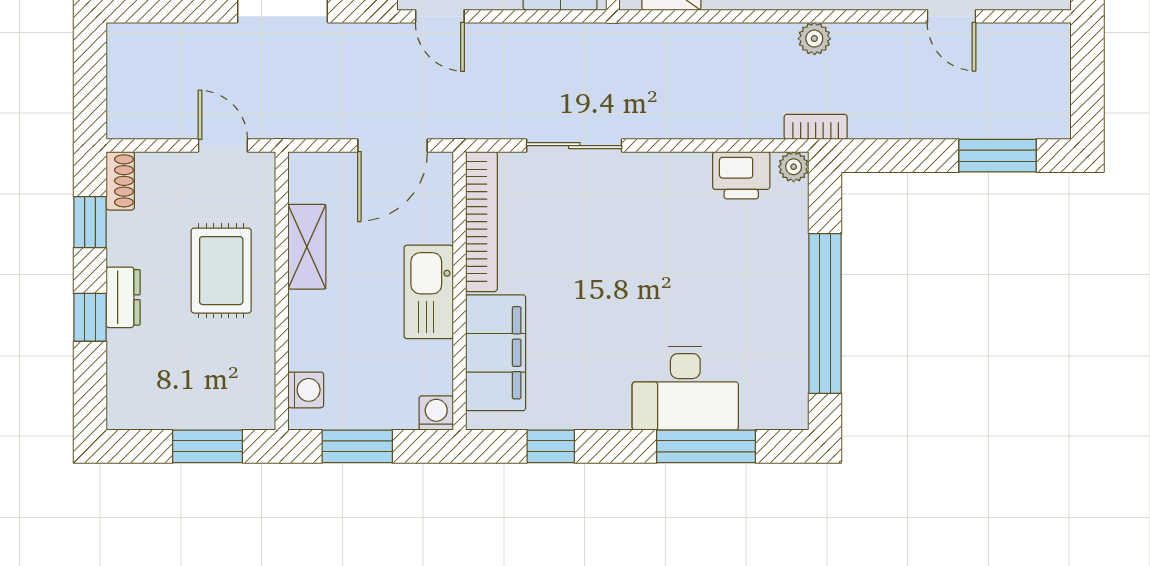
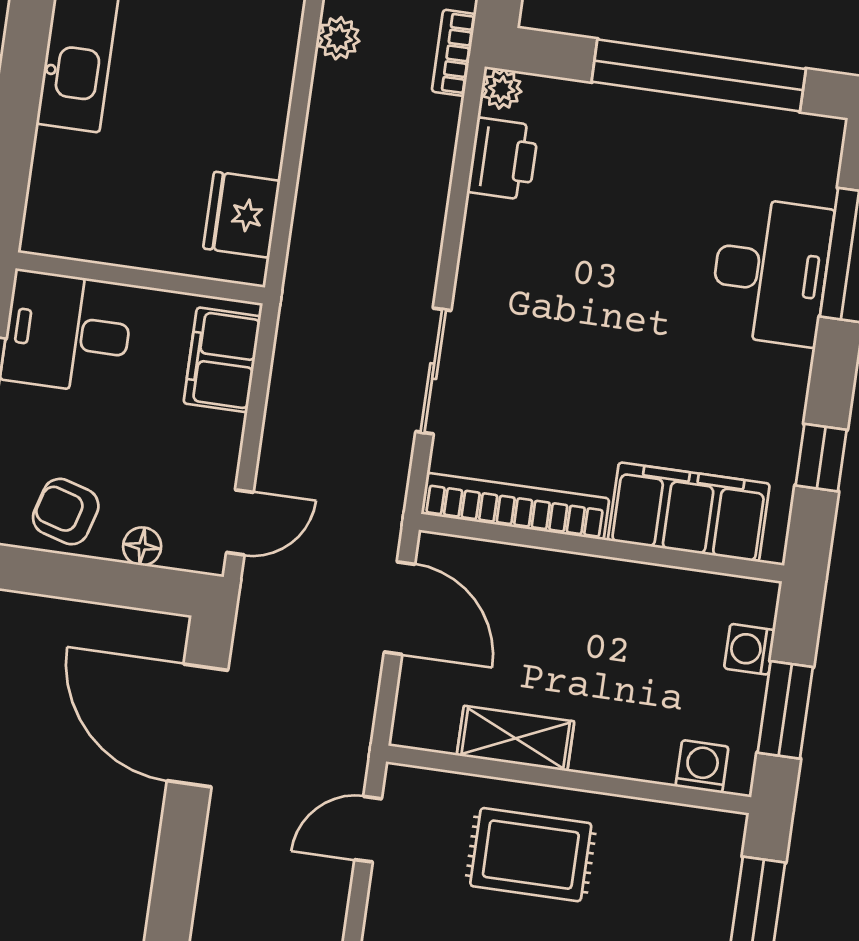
kitchen sink: (429, 292) -> (597, 588), removed
washing machine: (436, 413) -> (750, 649), moved

